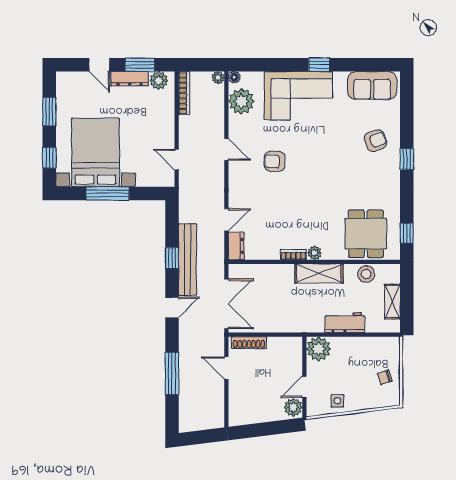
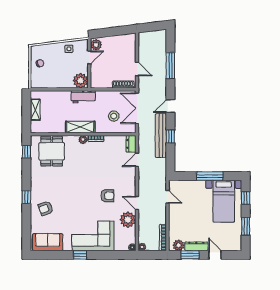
plant: (241, 101) -> (128, 220), moved
bed with nightstands: (96, 152) -> (224, 201), width x0.73
stool: (366, 274) -> (114, 116), moved
workbench: (345, 323) -> (83, 97), moved

